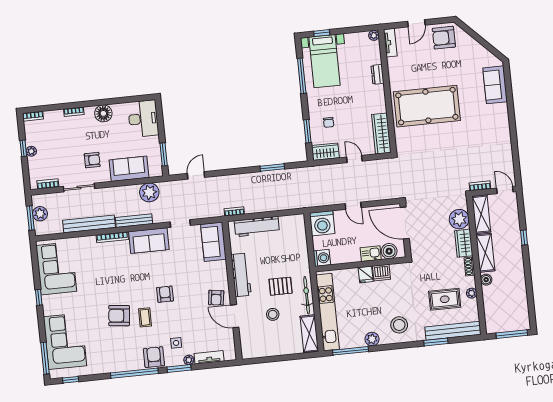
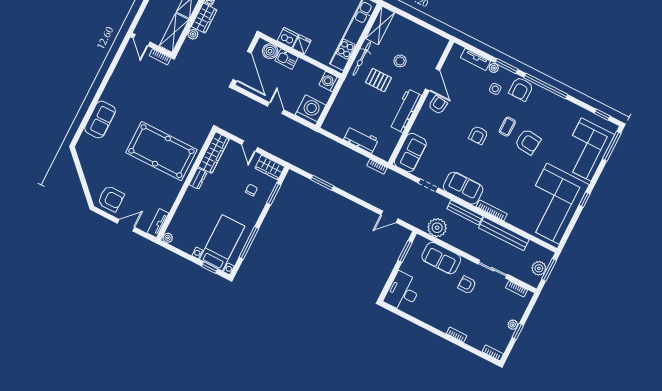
dresser: (377, 74) -> (198, 179), moved
sofa: (495, 85) -> (100, 120), moved
floor lamp: (103, 113) -> (433, 318), removed
plant: (459, 219) -> (193, 34), width x0.53, depth x0.53
workbench: (257, 227) -> (361, 139), width x0.73
corner sofa: (56, 268) -> (553, 204), width x1.36, depth x1.36

